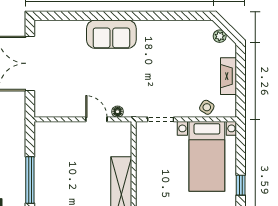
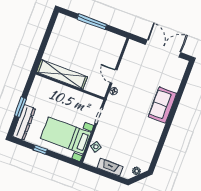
door: (96, 119) -> (114, 76), swing flipped

